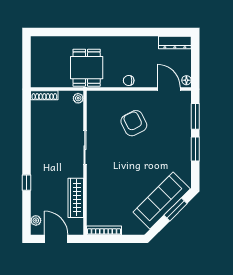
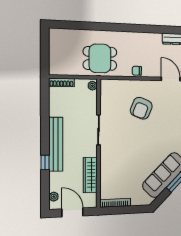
dining table: (87, 68) -> (100, 58), turned 90
armchair: (134, 123) -> (141, 108), turned -131
bench: (38, 163) -> (56, 144), added

